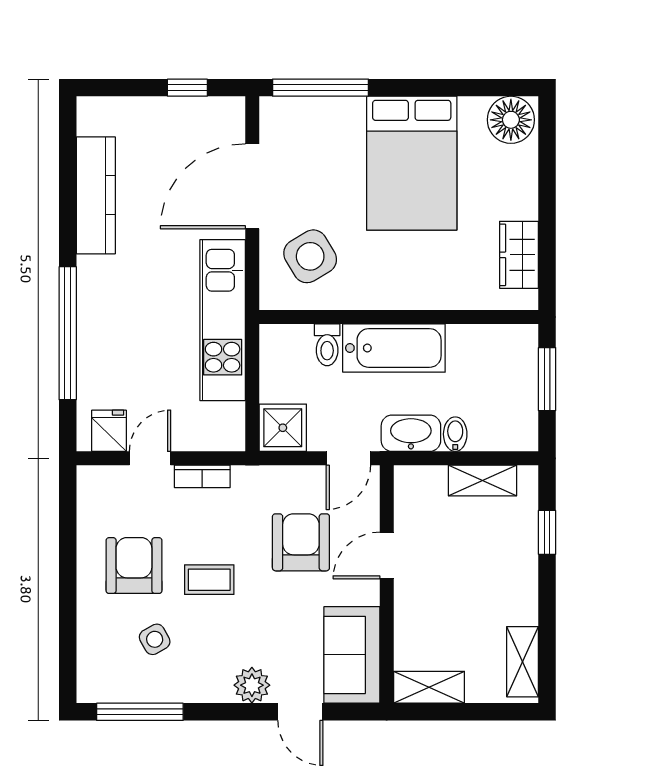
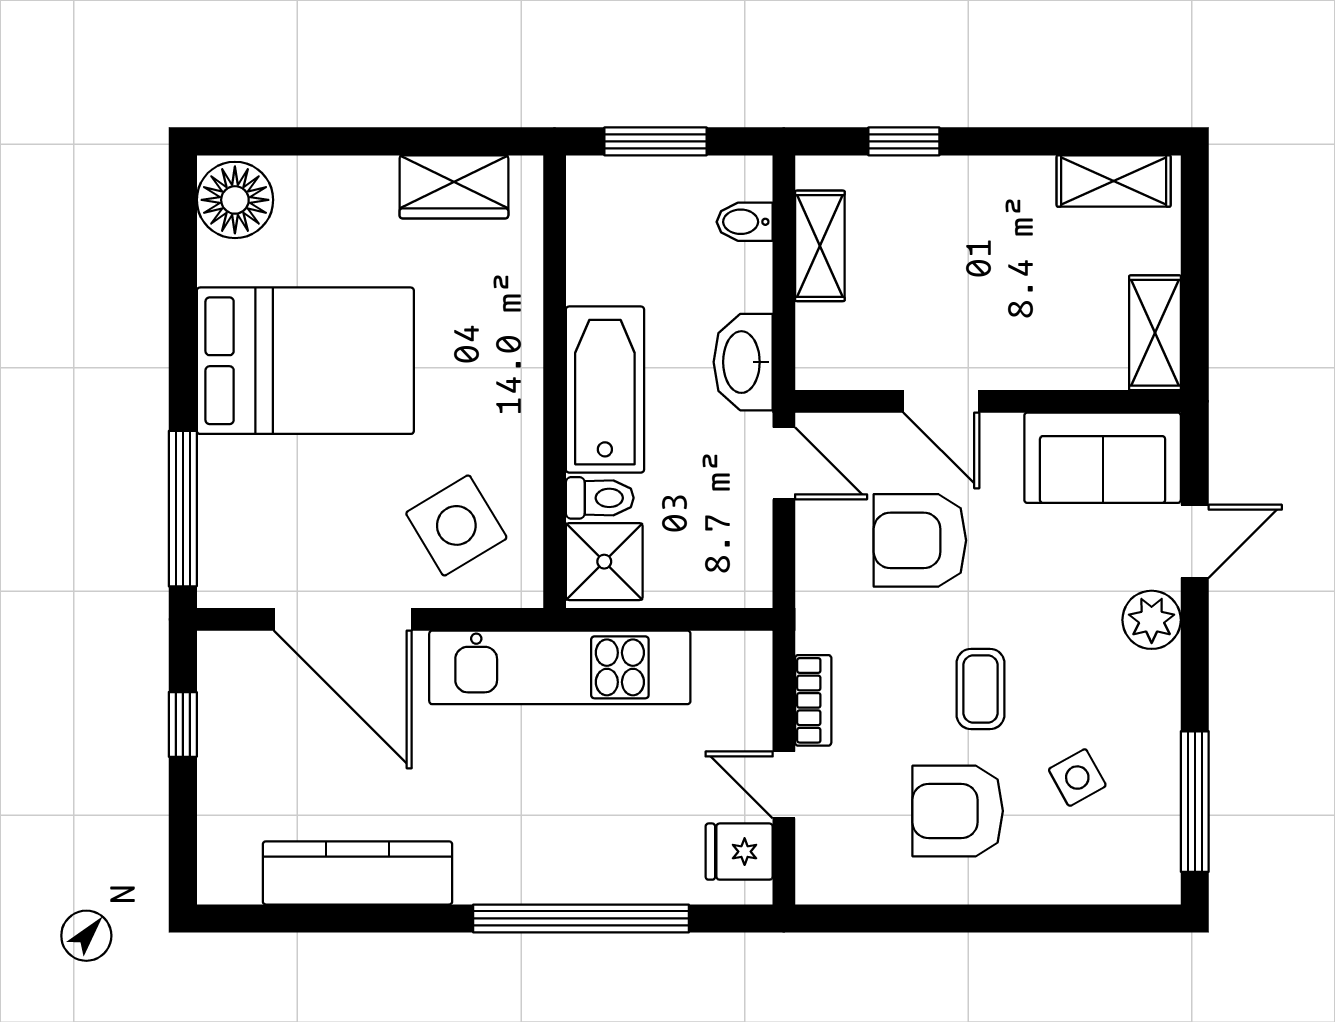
shower: (283, 428) -> (604, 562), moved
bidet: (455, 434) -> (745, 222), moved

